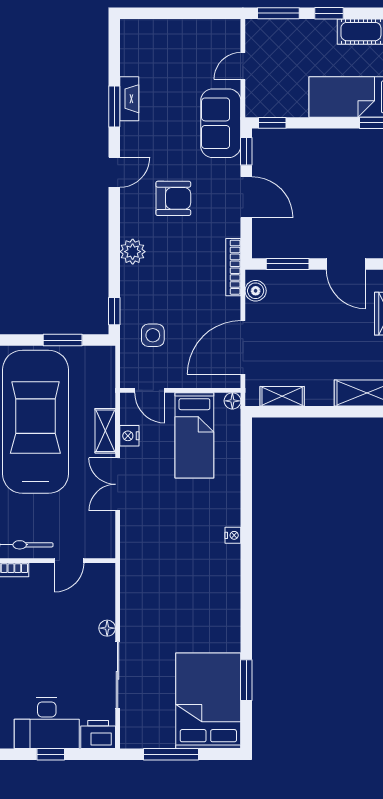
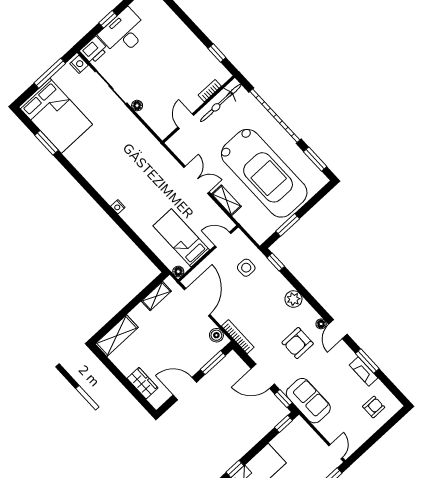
armchair: (155, 49) -> (374, 407), added
door: (243, 66) -> (336, 452), moved
floor lamp: (127, 195) -> (321, 324), added
nightstand: (129, 436) -> (79, 64), moved

